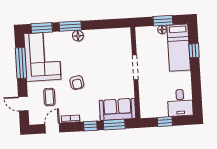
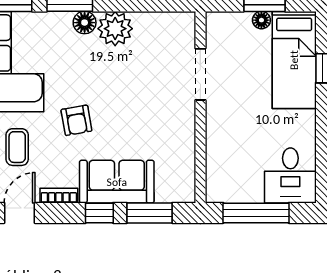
plant: (93, 38) -> (115, 29), added
doorway: (135, 67) -> (200, 74), moved
sofa: (118, 109) -> (117, 182), moved
window: (165, 122) -> (256, 213), width x2.17

